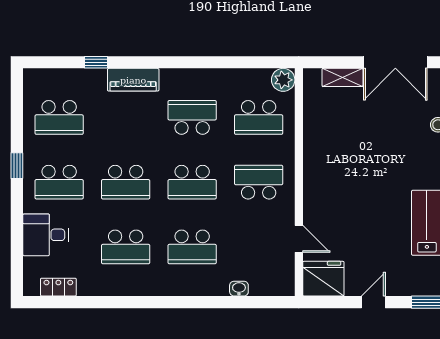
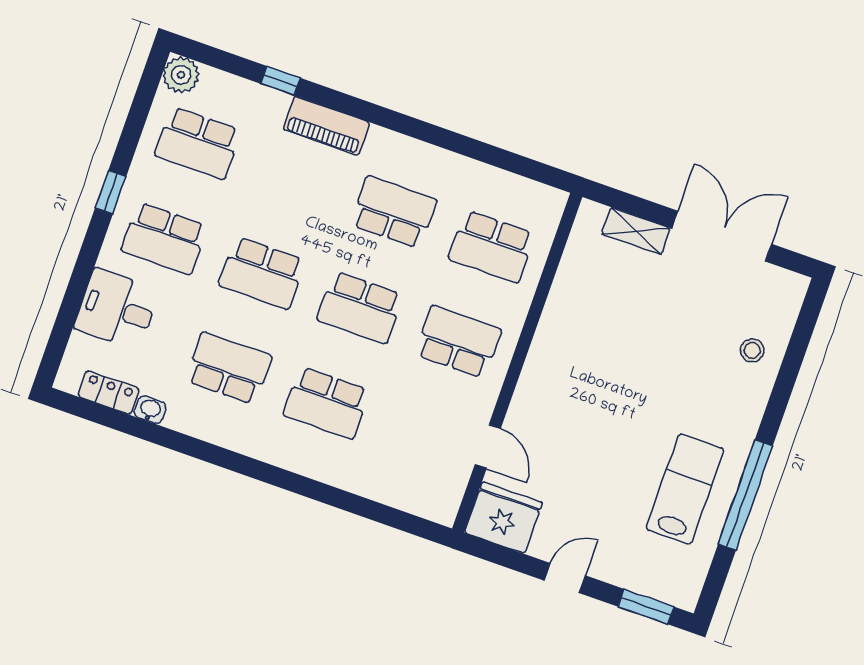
double door: (395, 62) -> (722, 236), swing flipped
plant: (283, 80) -> (181, 75), moved
school desk: (126, 247) -> (229, 368), turned 180
washbasin: (239, 289) -> (150, 410), moved

